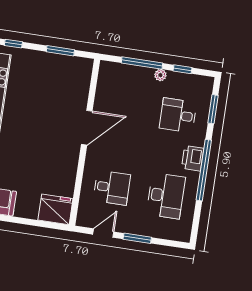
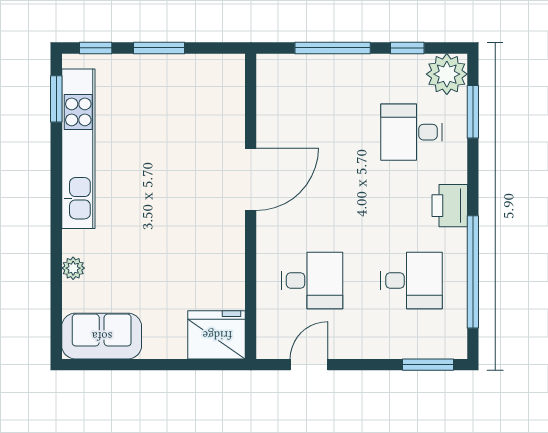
window: (60, 51) -> (159, 48), moved
plant: (160, 75) -> (447, 74), moved, width x1.88, depth x1.88
window: (204, 170) -> (473, 272), moved
desk: (166, 196) -> (412, 281), width x0.73
window: (137, 238) -> (428, 365), moved

